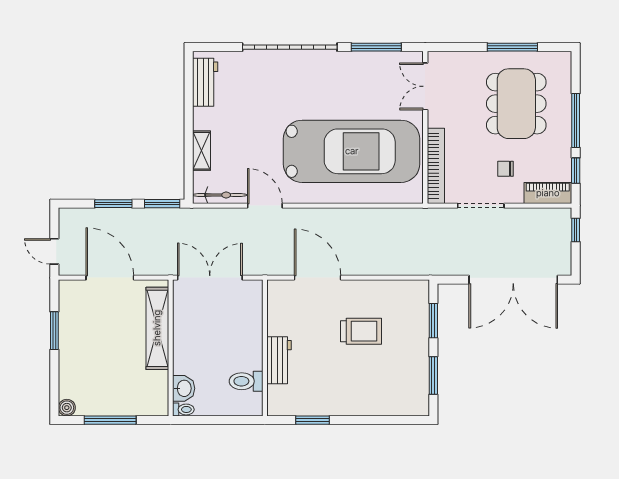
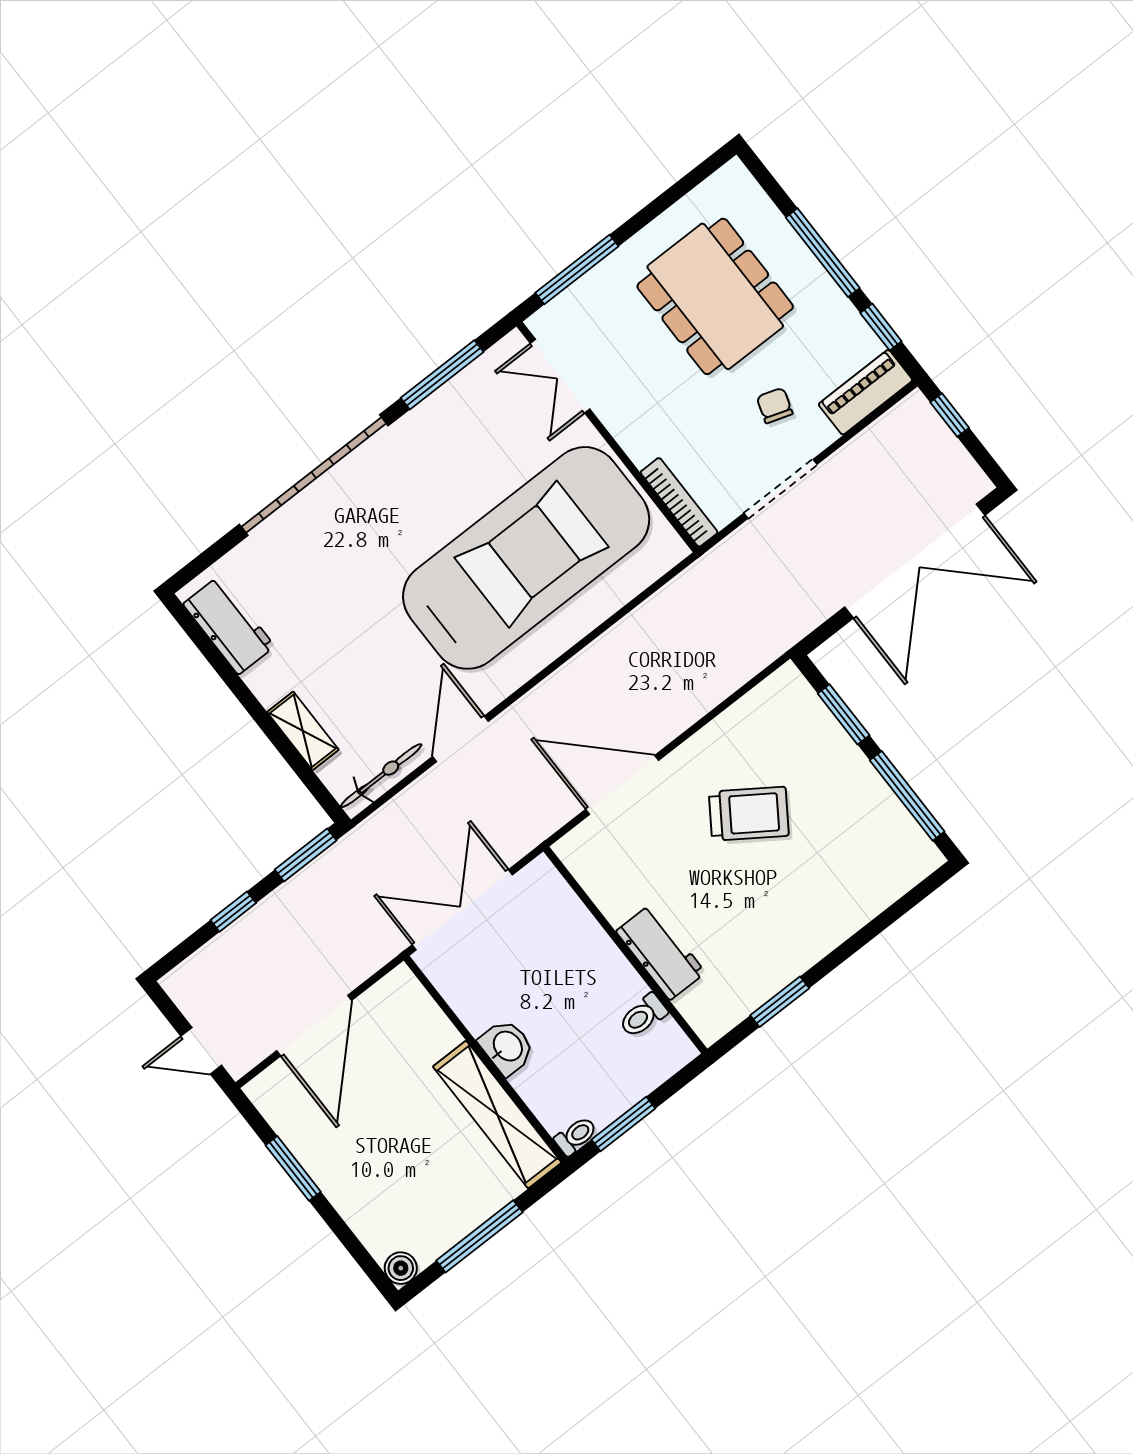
window: (512, 47) -> (577, 270), moved
bookcase: (436, 166) -> (679, 502), width x0.68, depth x0.76
chair: (505, 169) -> (775, 406), turned 108
window: (113, 204) -> (233, 912), width x0.67
door: (265, 206) -> (460, 739), hinge flipped
door: (110, 278) -> (314, 1026), swing flipped
shelving: (157, 328) -> (497, 1115), moved
trolley: (361, 331) -> (749, 814), turned 34
window: (433, 376) -> (907, 796), width x1.44
toilet: (246, 381) -> (643, 1016), width x0.73, depth x0.72
washbasin: (184, 388) -> (507, 1047), moved
window: (207, 420) -> (623, 1124), added

